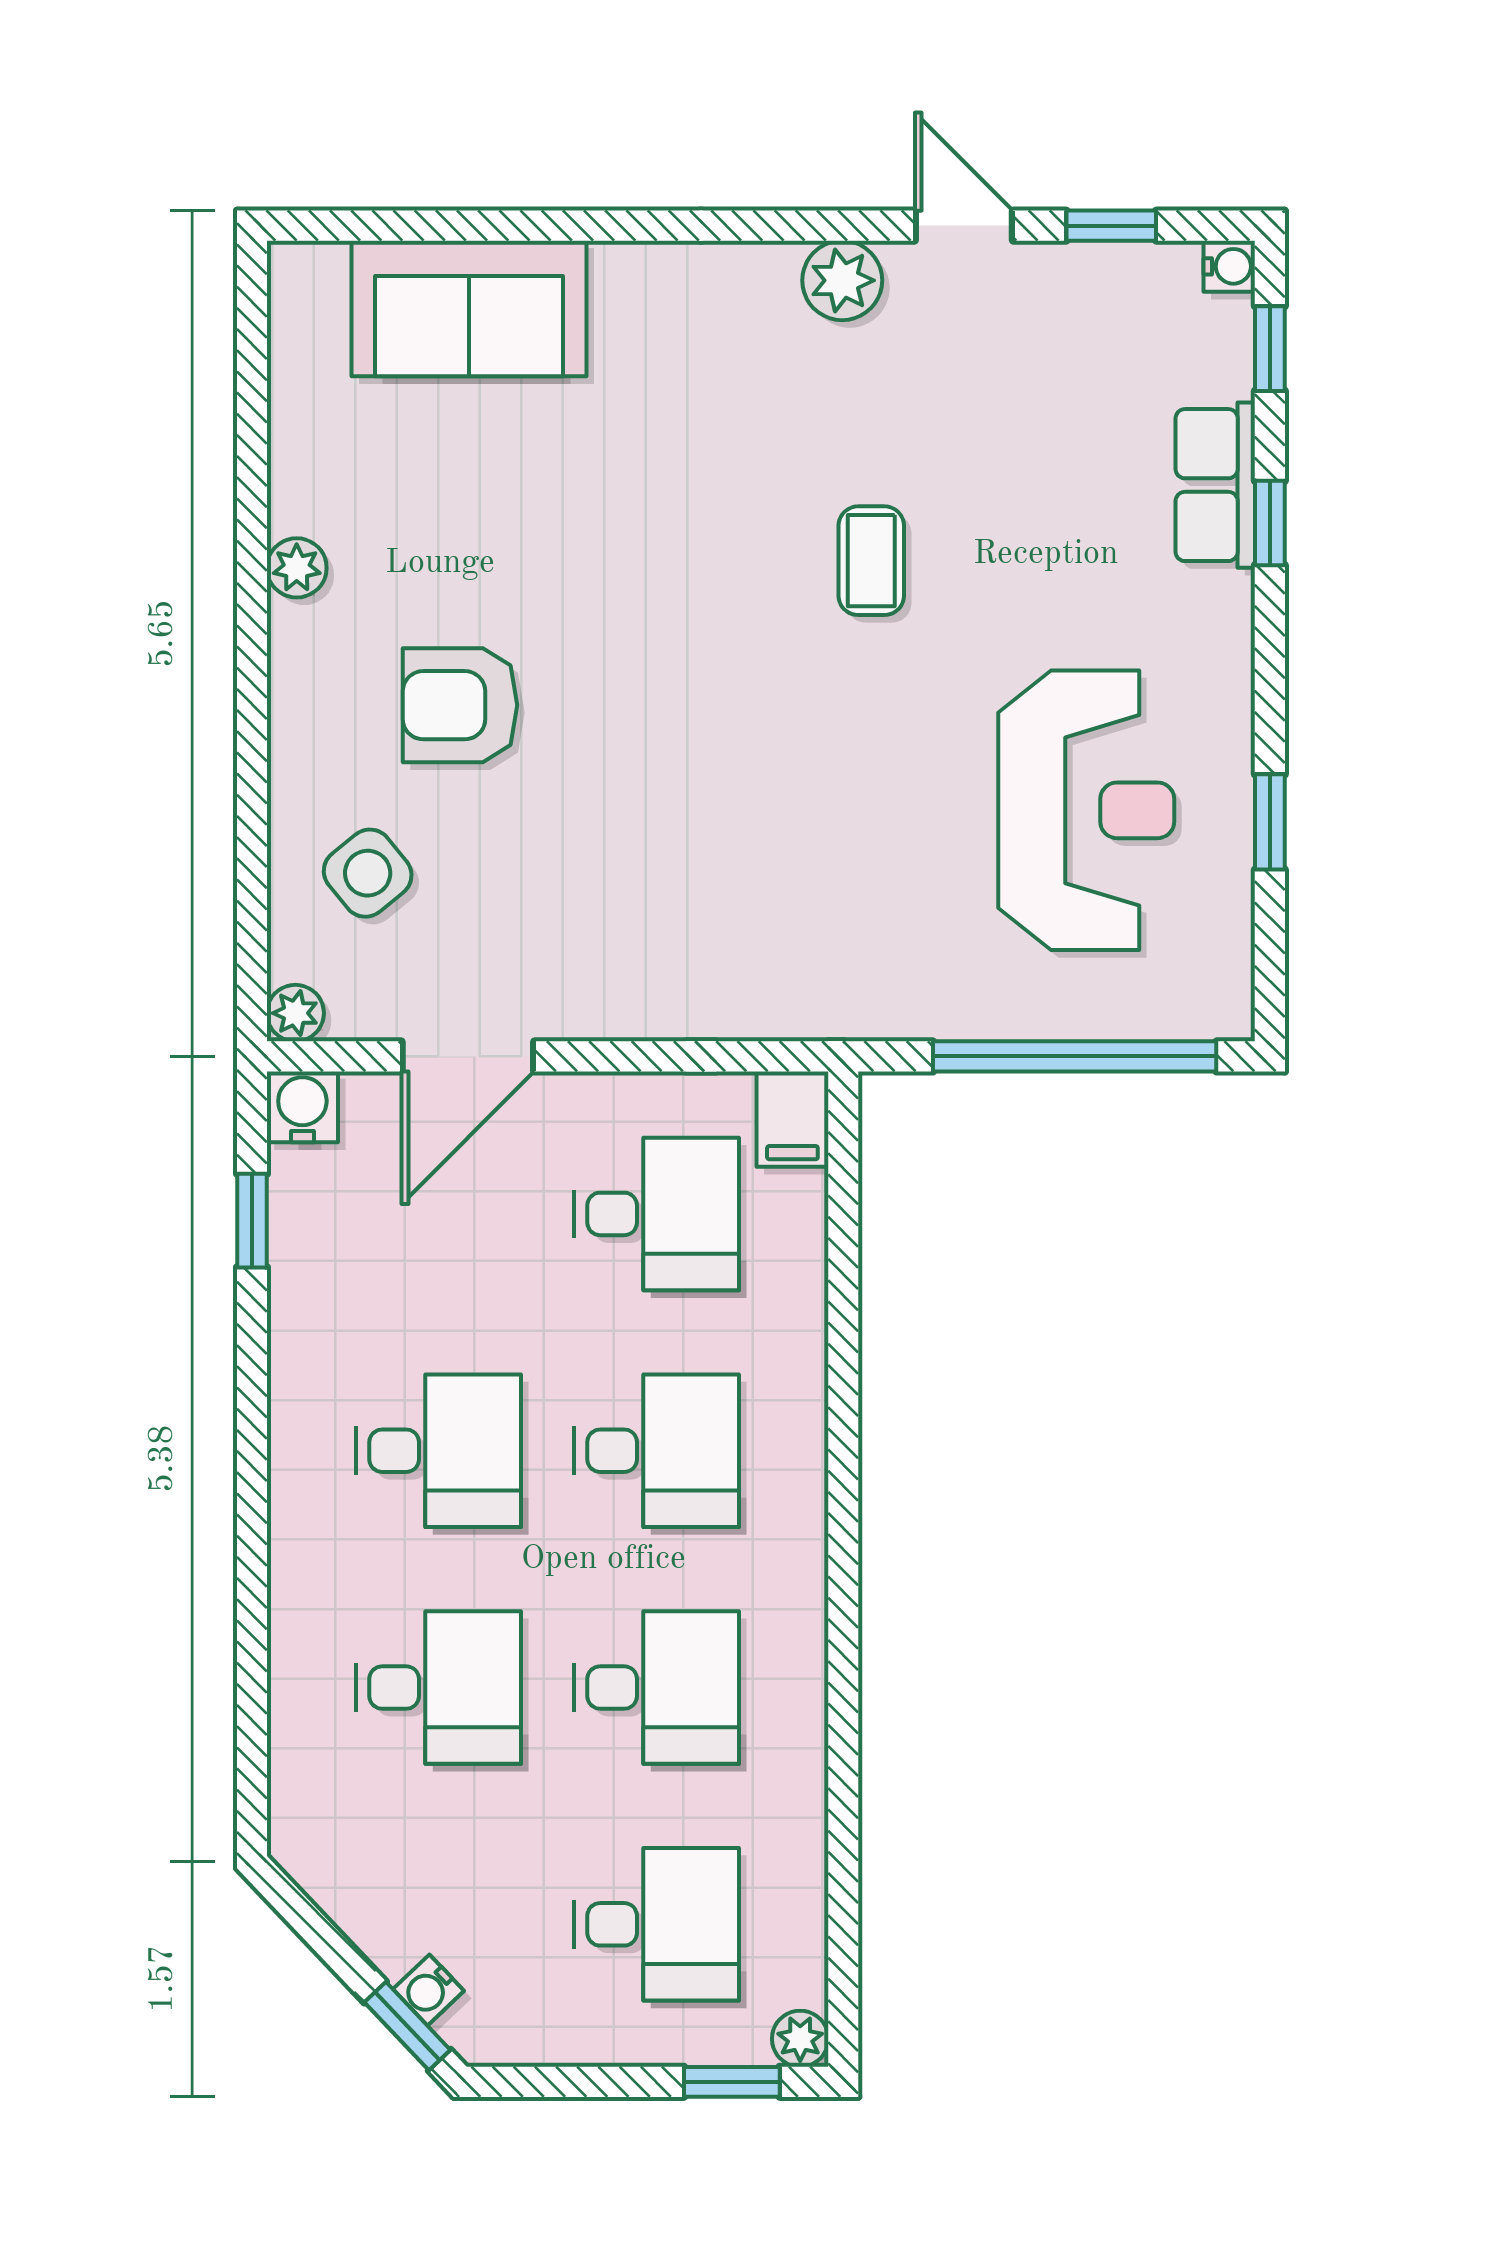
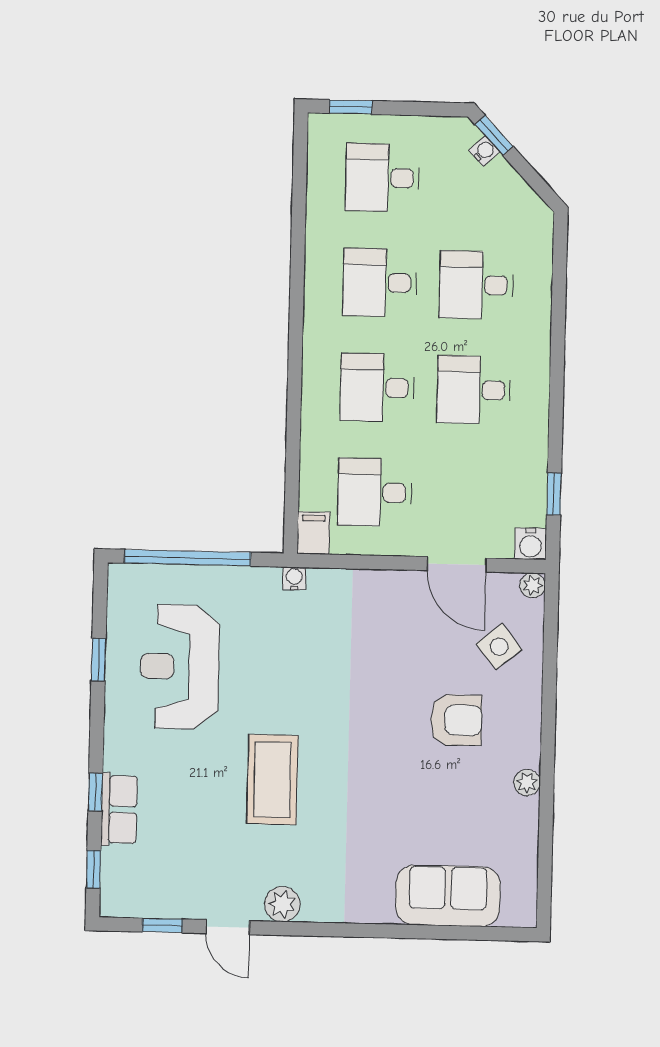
water cooler: (1229, 266) -> (294, 578), moved, turned 90
coffee table: (871, 561) -> (272, 780), width x1.86, depth x1.72
door: (468, 1056) -> (457, 564), swing flipped
plant: (800, 2039) -> (320, 125), removed

